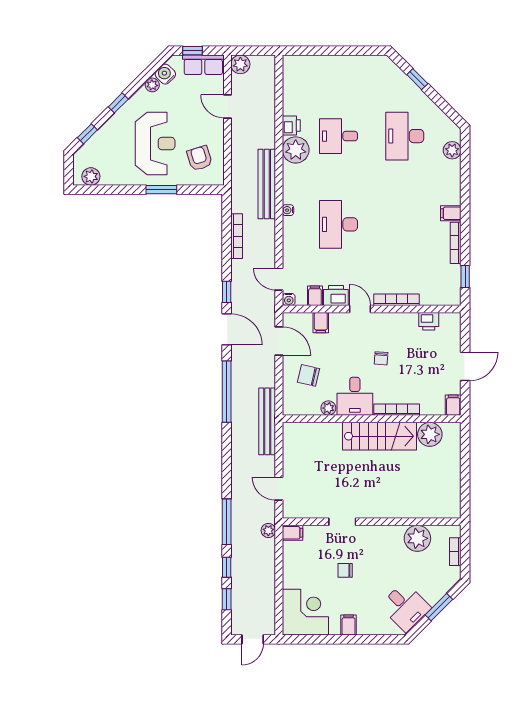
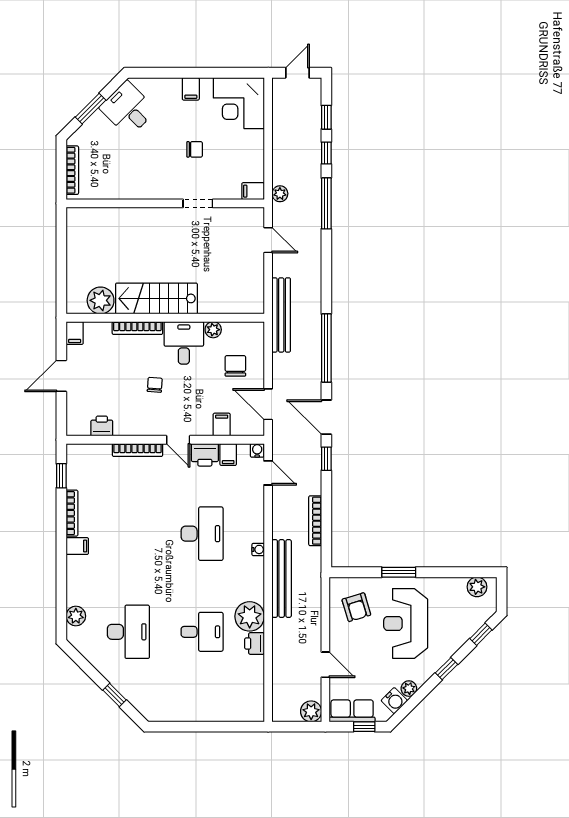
chair: (308, 375) -> (235, 366), turned -103
plant: (417, 538) -> (114, 185), removed
bookcase: (455, 552) -> (72, 170), width x1.56

